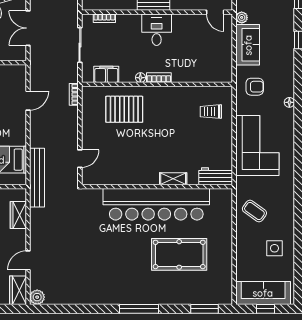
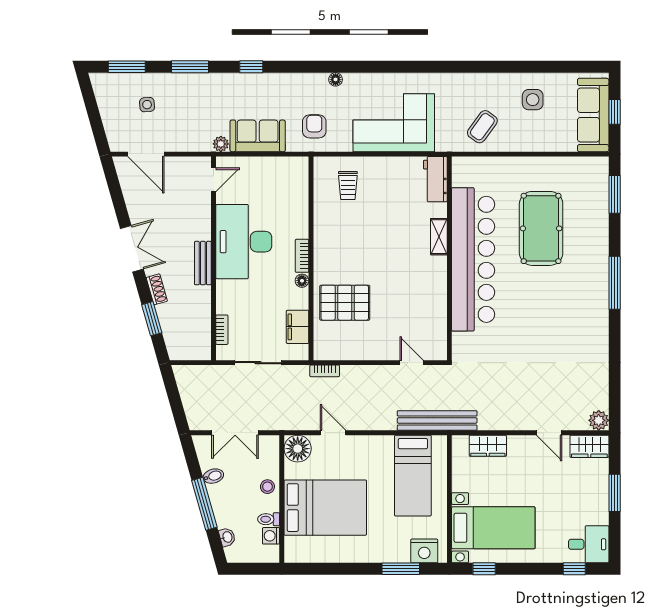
desk: (157, 30) -> (244, 242), width x1.87, depth x1.30
floor lamp: (16, 74) -> (298, 449), added
pallet: (124, 109) -> (345, 303), turned 90

